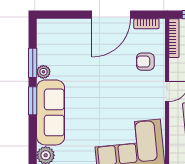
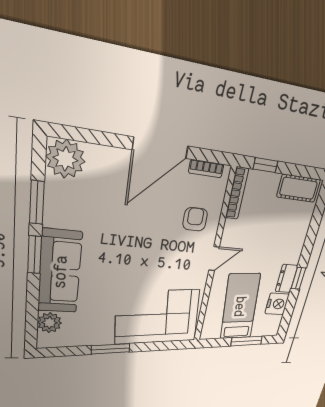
armchair: (145, 62) -> (195, 219), turned 90
plant: (43, 72) -> (66, 159), moved, width x1.87, depth x1.87

